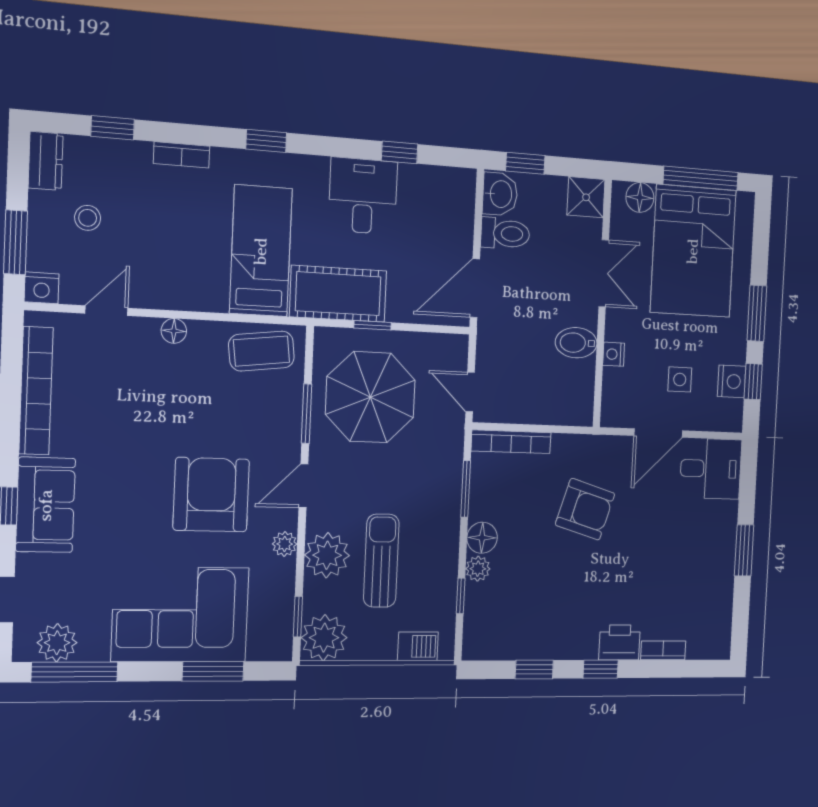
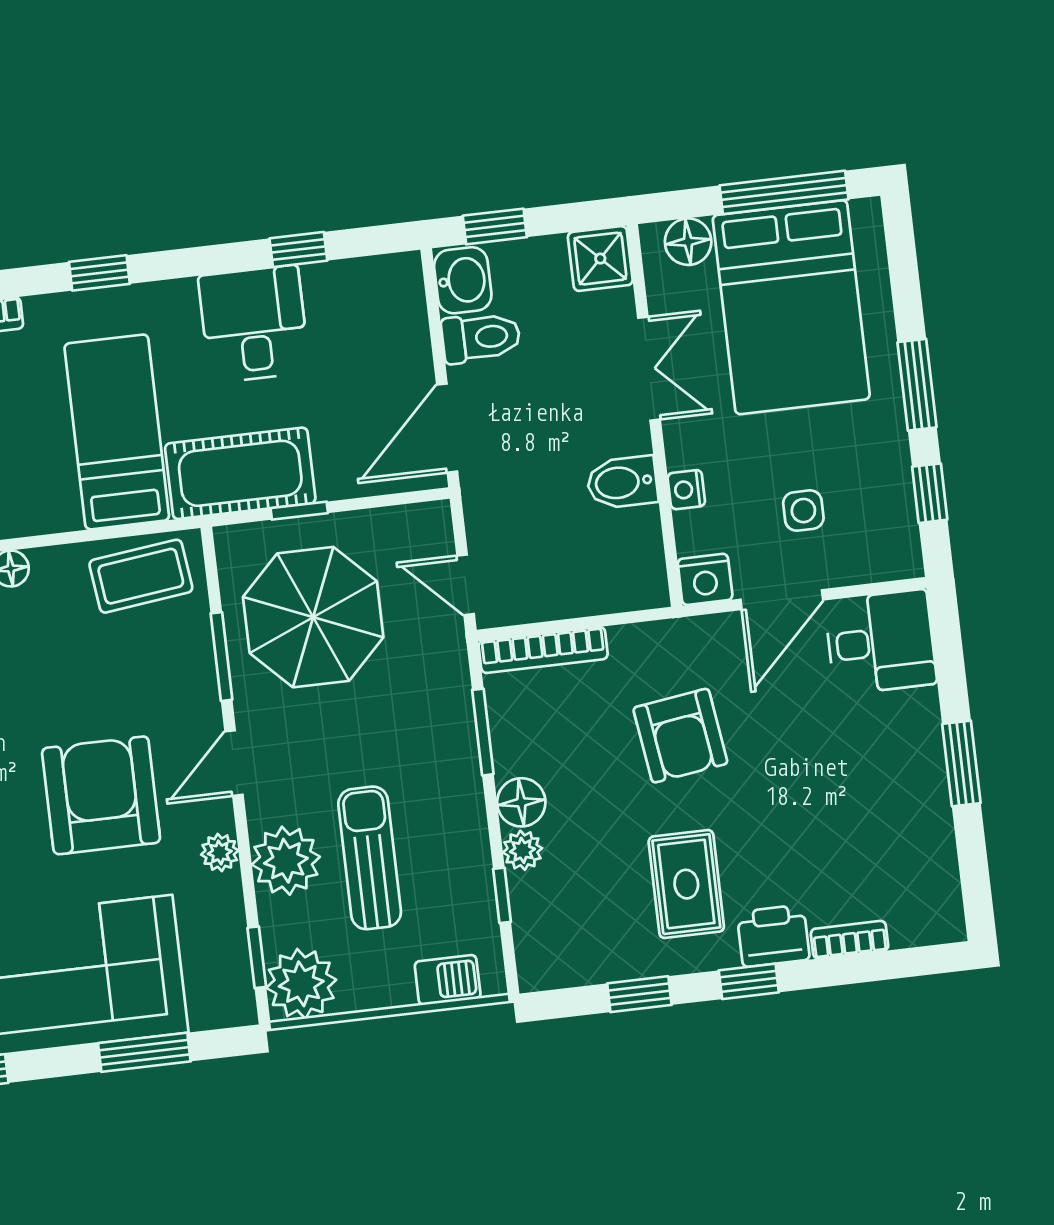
nightstand: (732, 381) -> (705, 579), moved, turned 90
armchair: (585, 509) -> (680, 736), turned 65
rug: (574, 603) -> (686, 884), added

